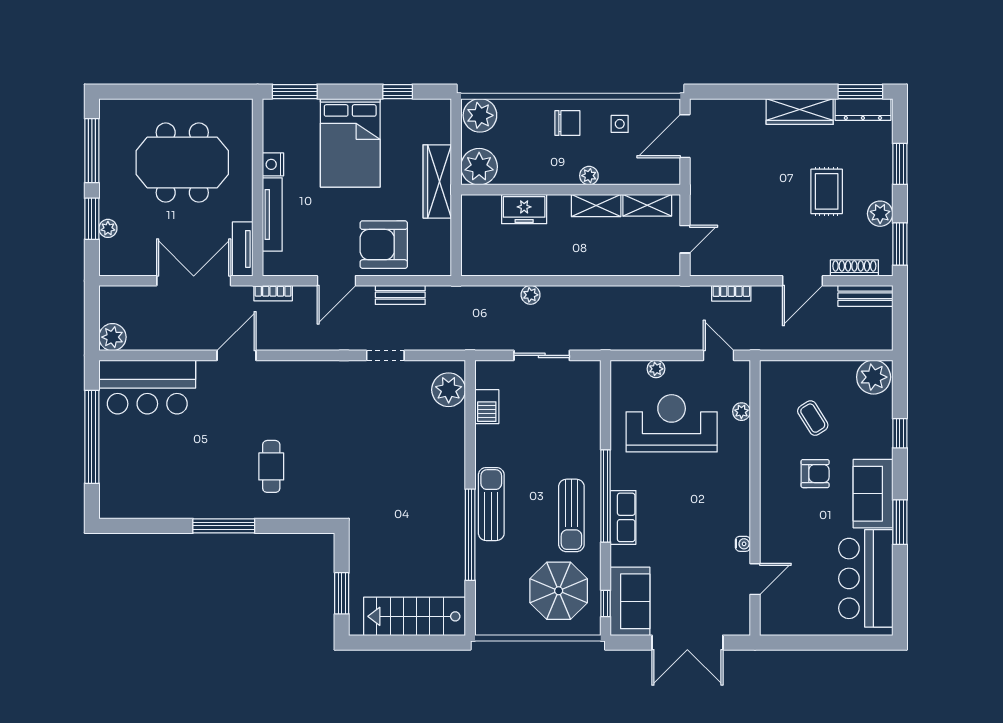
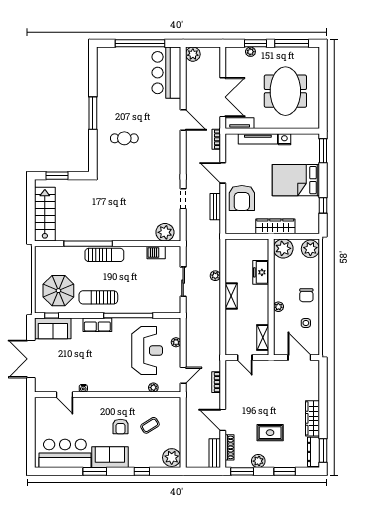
shelving: (596, 205) -> (231, 296), moved
armchair: (384, 245) -> (242, 198), turned 180
window: (606, 496) -> (128, 315), moved

